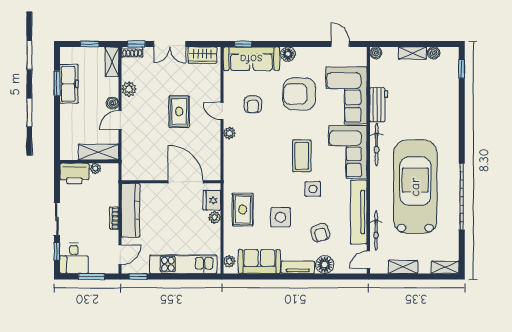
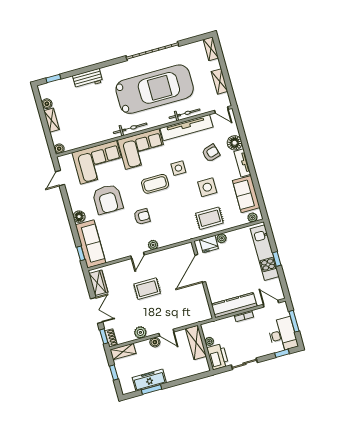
armchair: (253, 104) -> (142, 216), moved
workbench: (379, 105) -> (88, 79), moved, turned 180
car: (415, 187) -> (155, 89), turned 180
sliding door: (57, 219) -> (244, 364), moved
bicycle: (376, 231) -> (184, 114), moved
desk: (74, 258) -> (282, 335), width x1.37
window: (138, 276) -> (277, 259), moved

